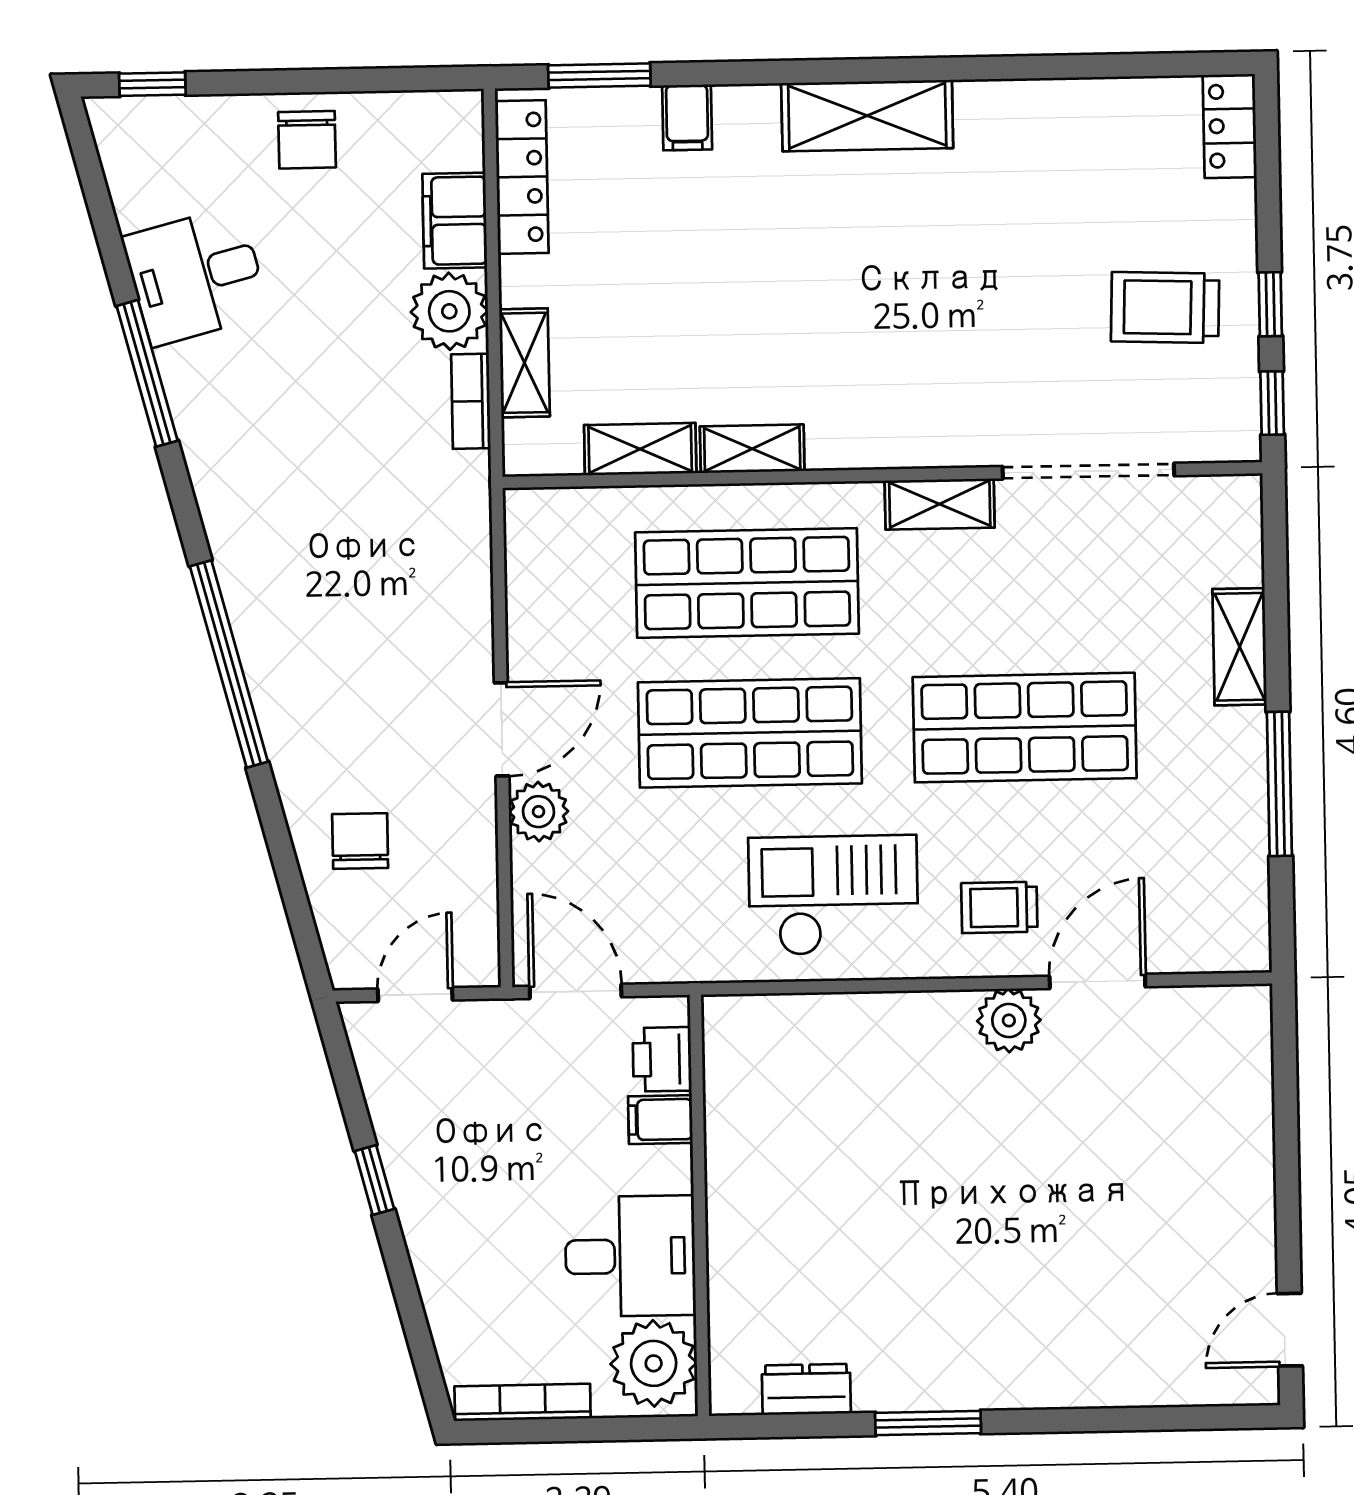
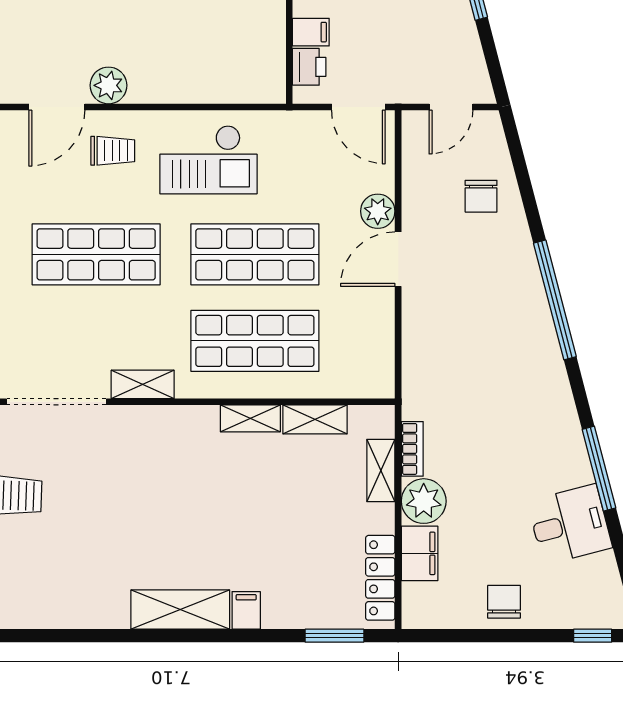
filing cabinet: (687, 117) -> (246, 610), moved

